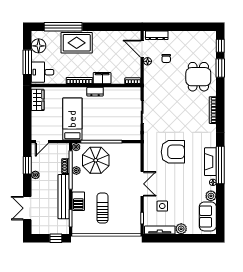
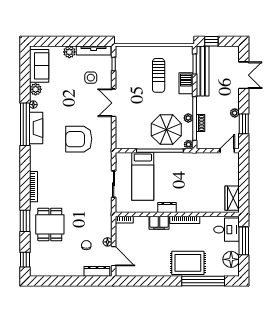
window: (220, 68) -> (25, 221), moved
bed: (72, 119) -> (143, 176), moved
bench: (64, 197) -> (203, 71), moved

